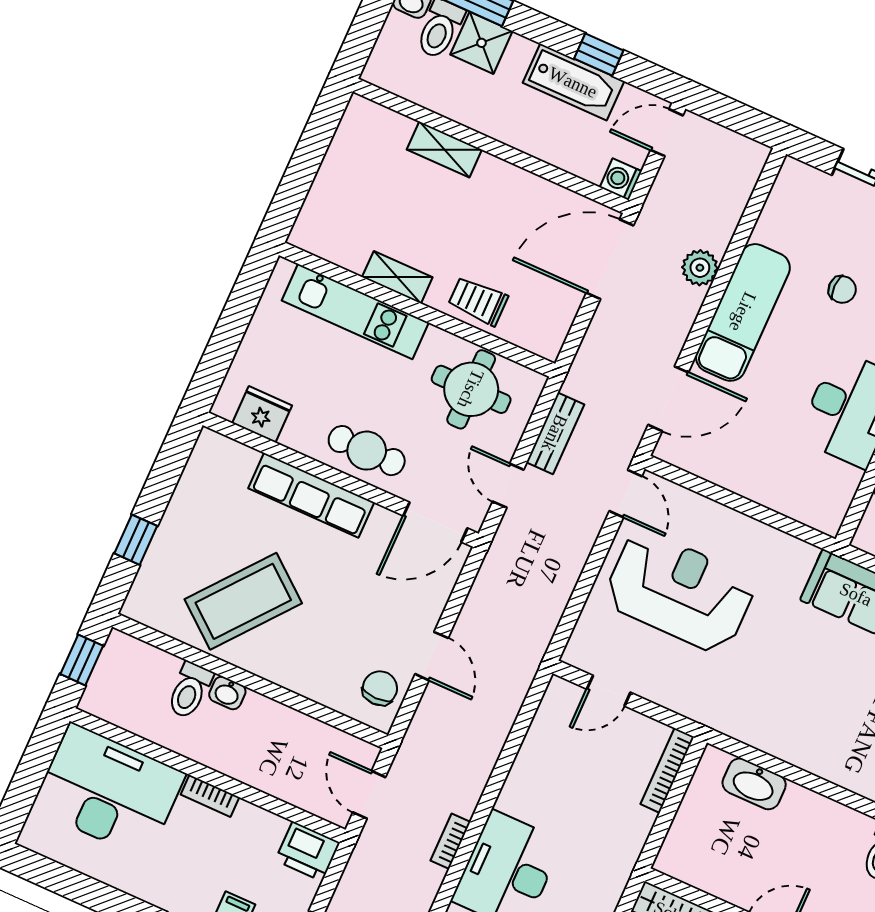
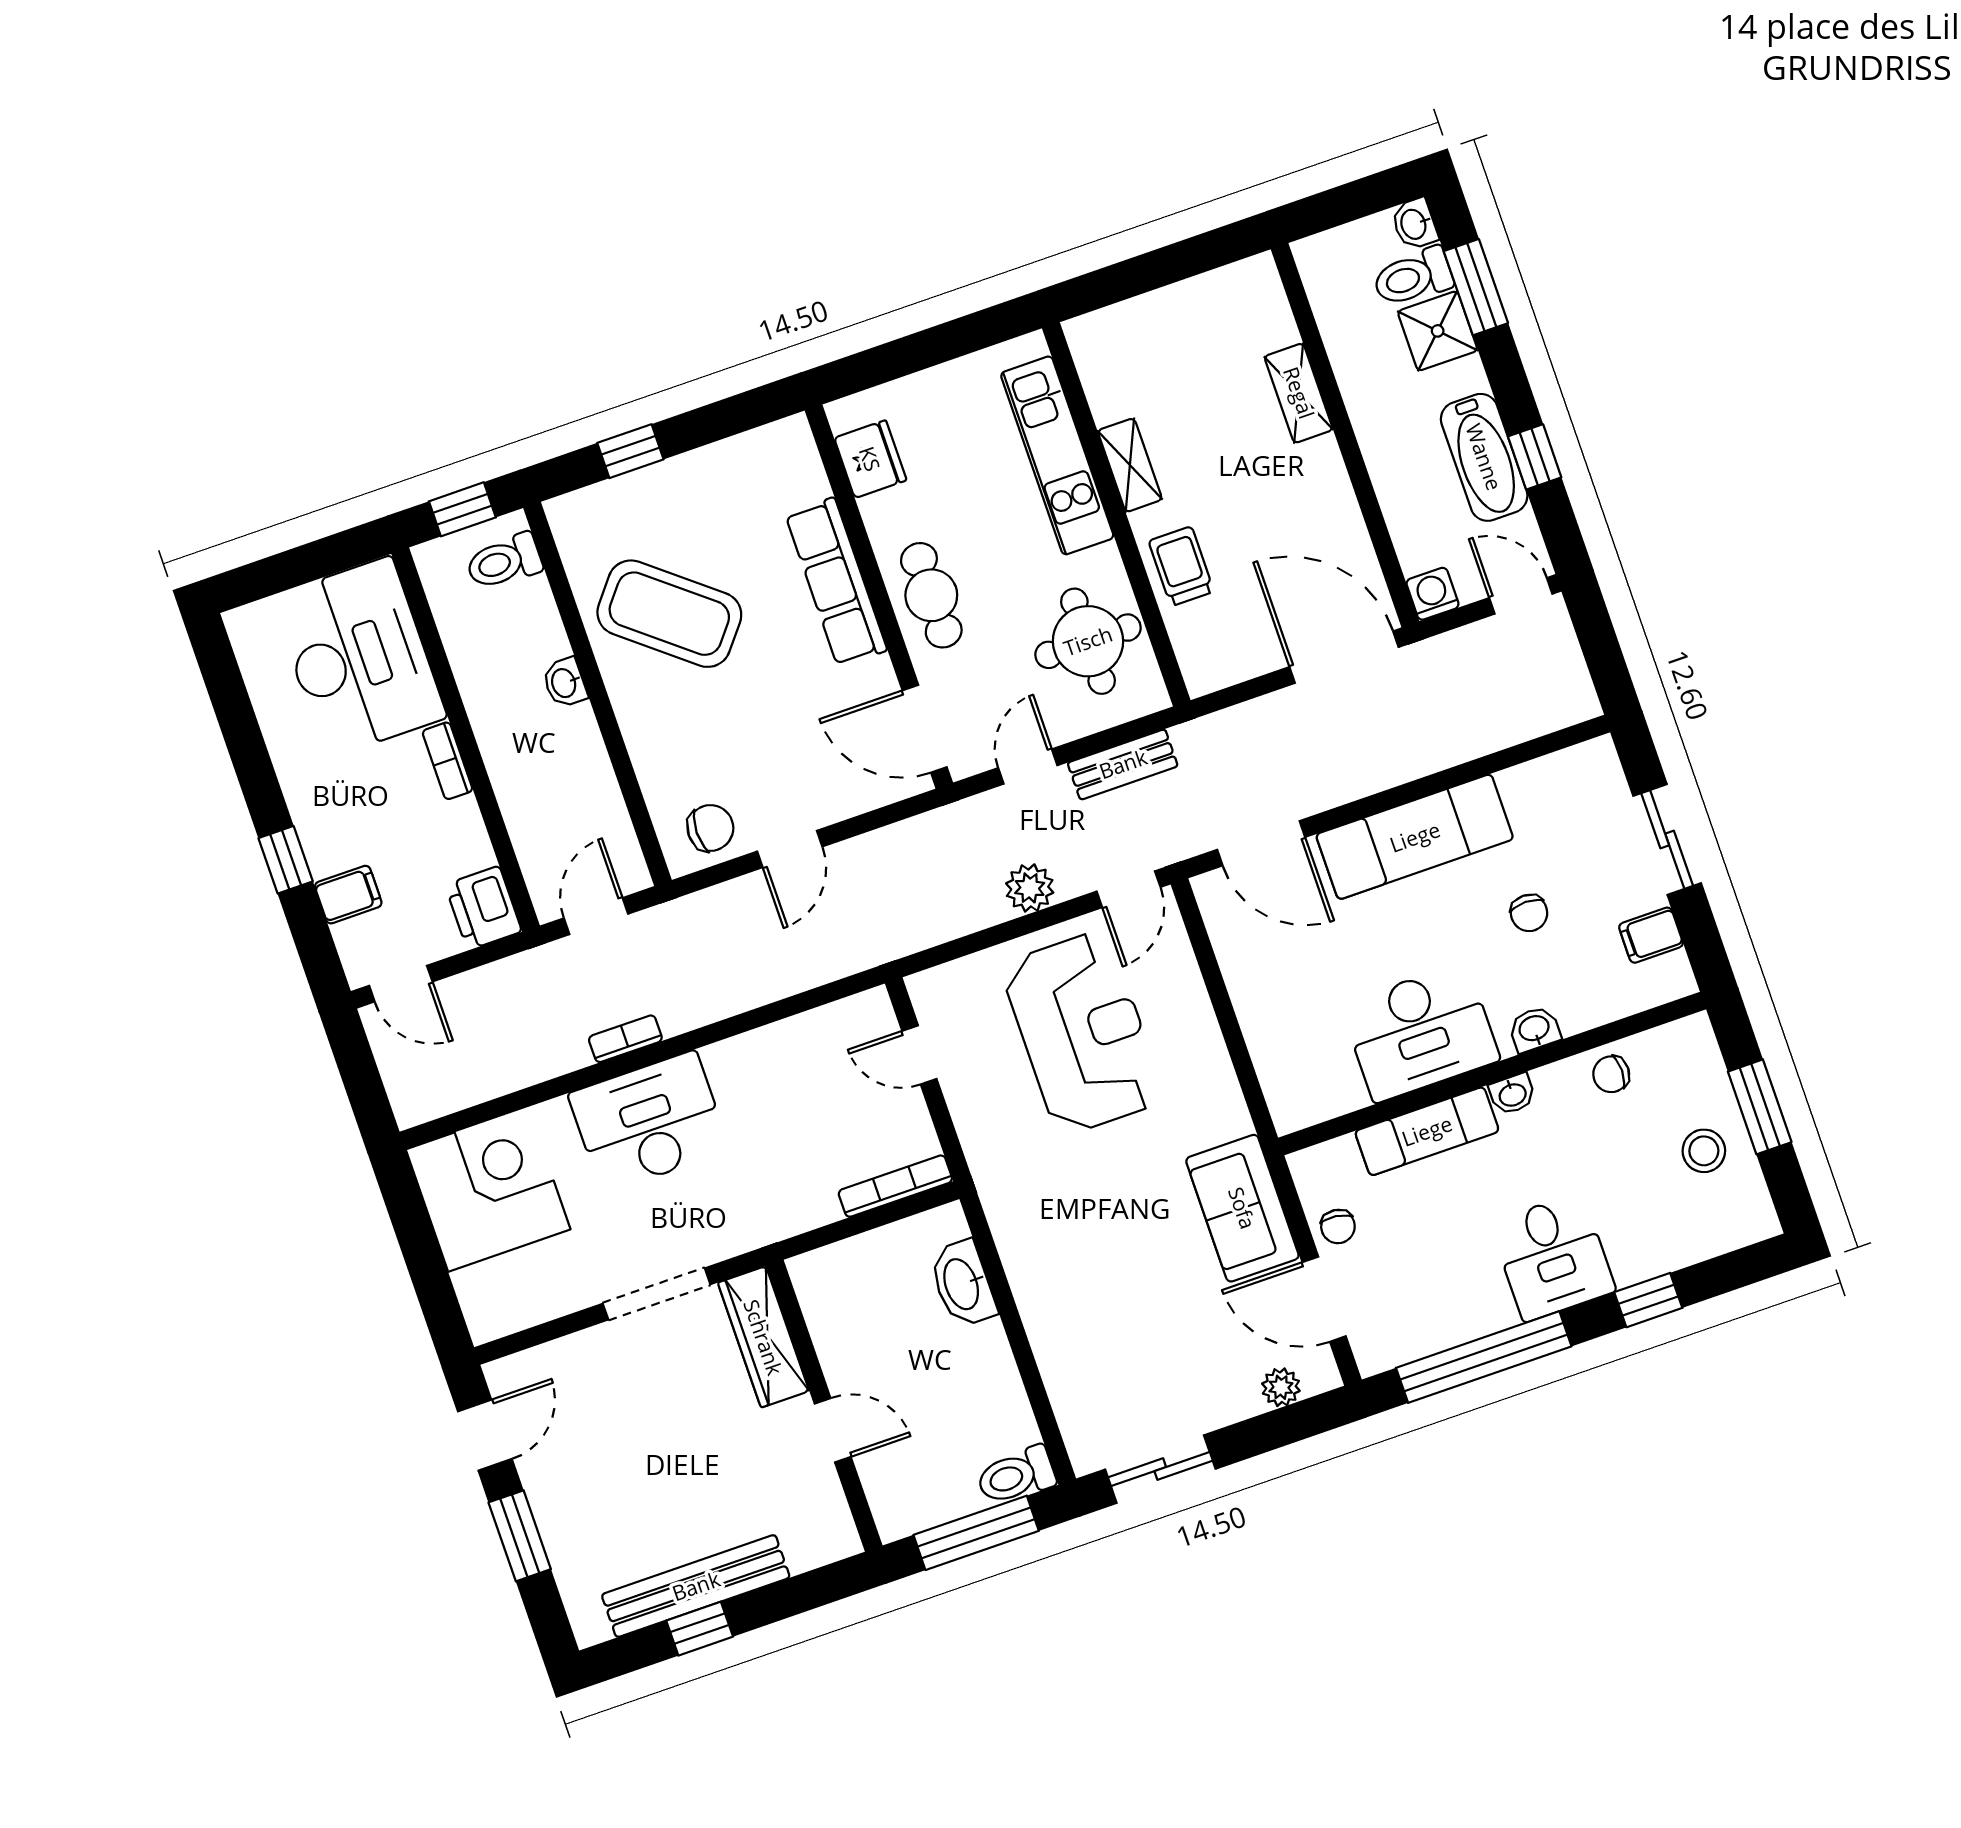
plant: (700, 268) -> (1030, 888), moved
toilet: (190, 690) -> (504, 562), moved

